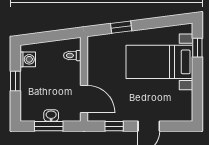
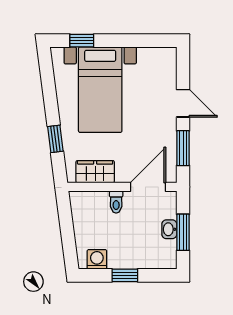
toilet: (72, 56) -> (116, 202), moved
wardrobe: (96, 58) -> (95, 172), added
window: (114, 126) -> (183, 148), width x1.50

